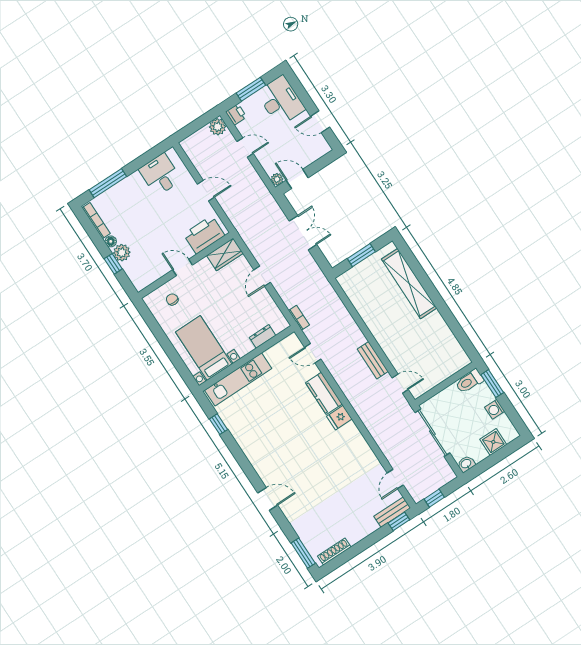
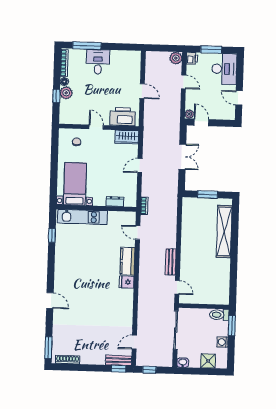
desk: (160, 175) -> (98, 62), moved

